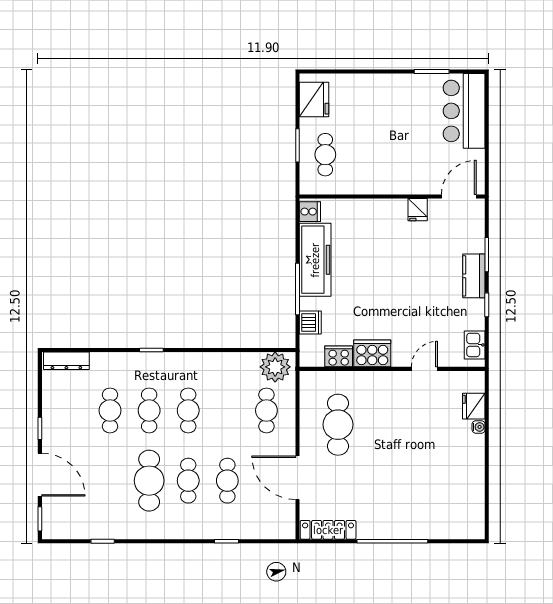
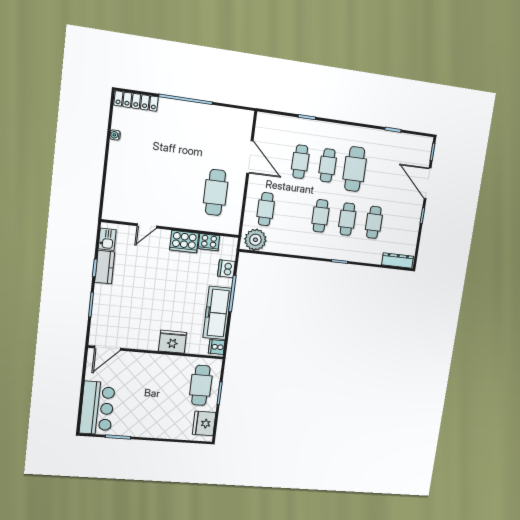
cafe table: (325, 155) -> (201, 385), width x1.37, depth x1.35
fridge: (418, 210) -> (173, 342), moved, width x1.88, depth x1.34
kitchen counter: (474, 276) -> (105, 267), moved
fridge: (474, 406) -> (113, 194), removed
water cooler: (479, 427) -> (115, 135), moved
locker: (328, 530) -> (136, 101), moved

